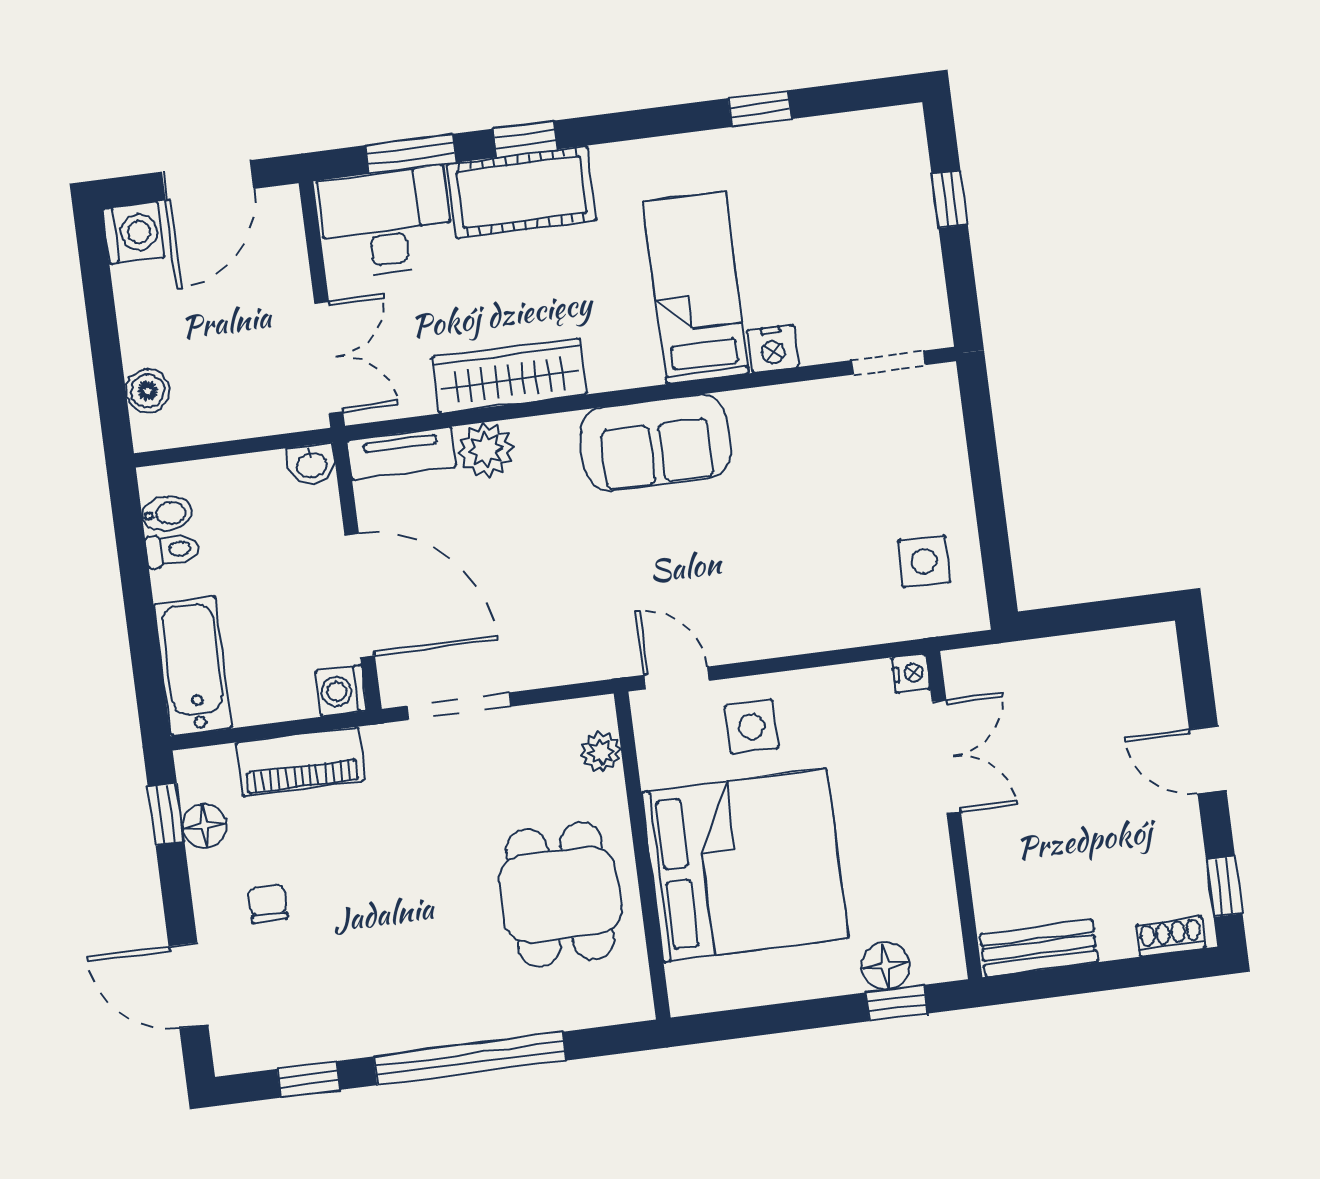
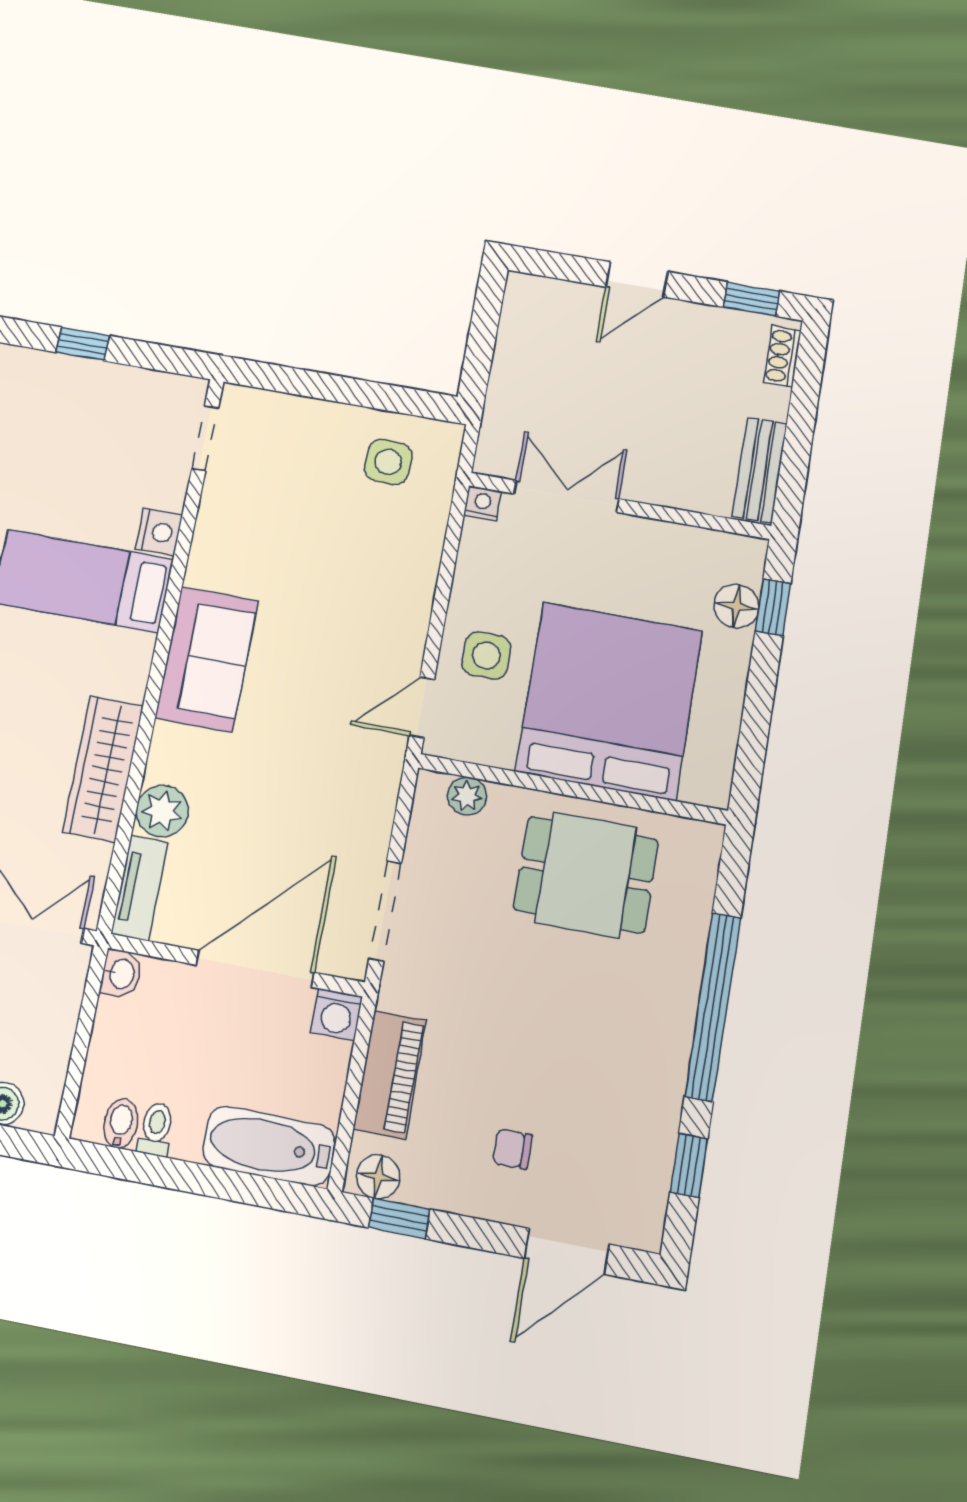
floor lamp: (204, 826) -> (378, 1177), moved

